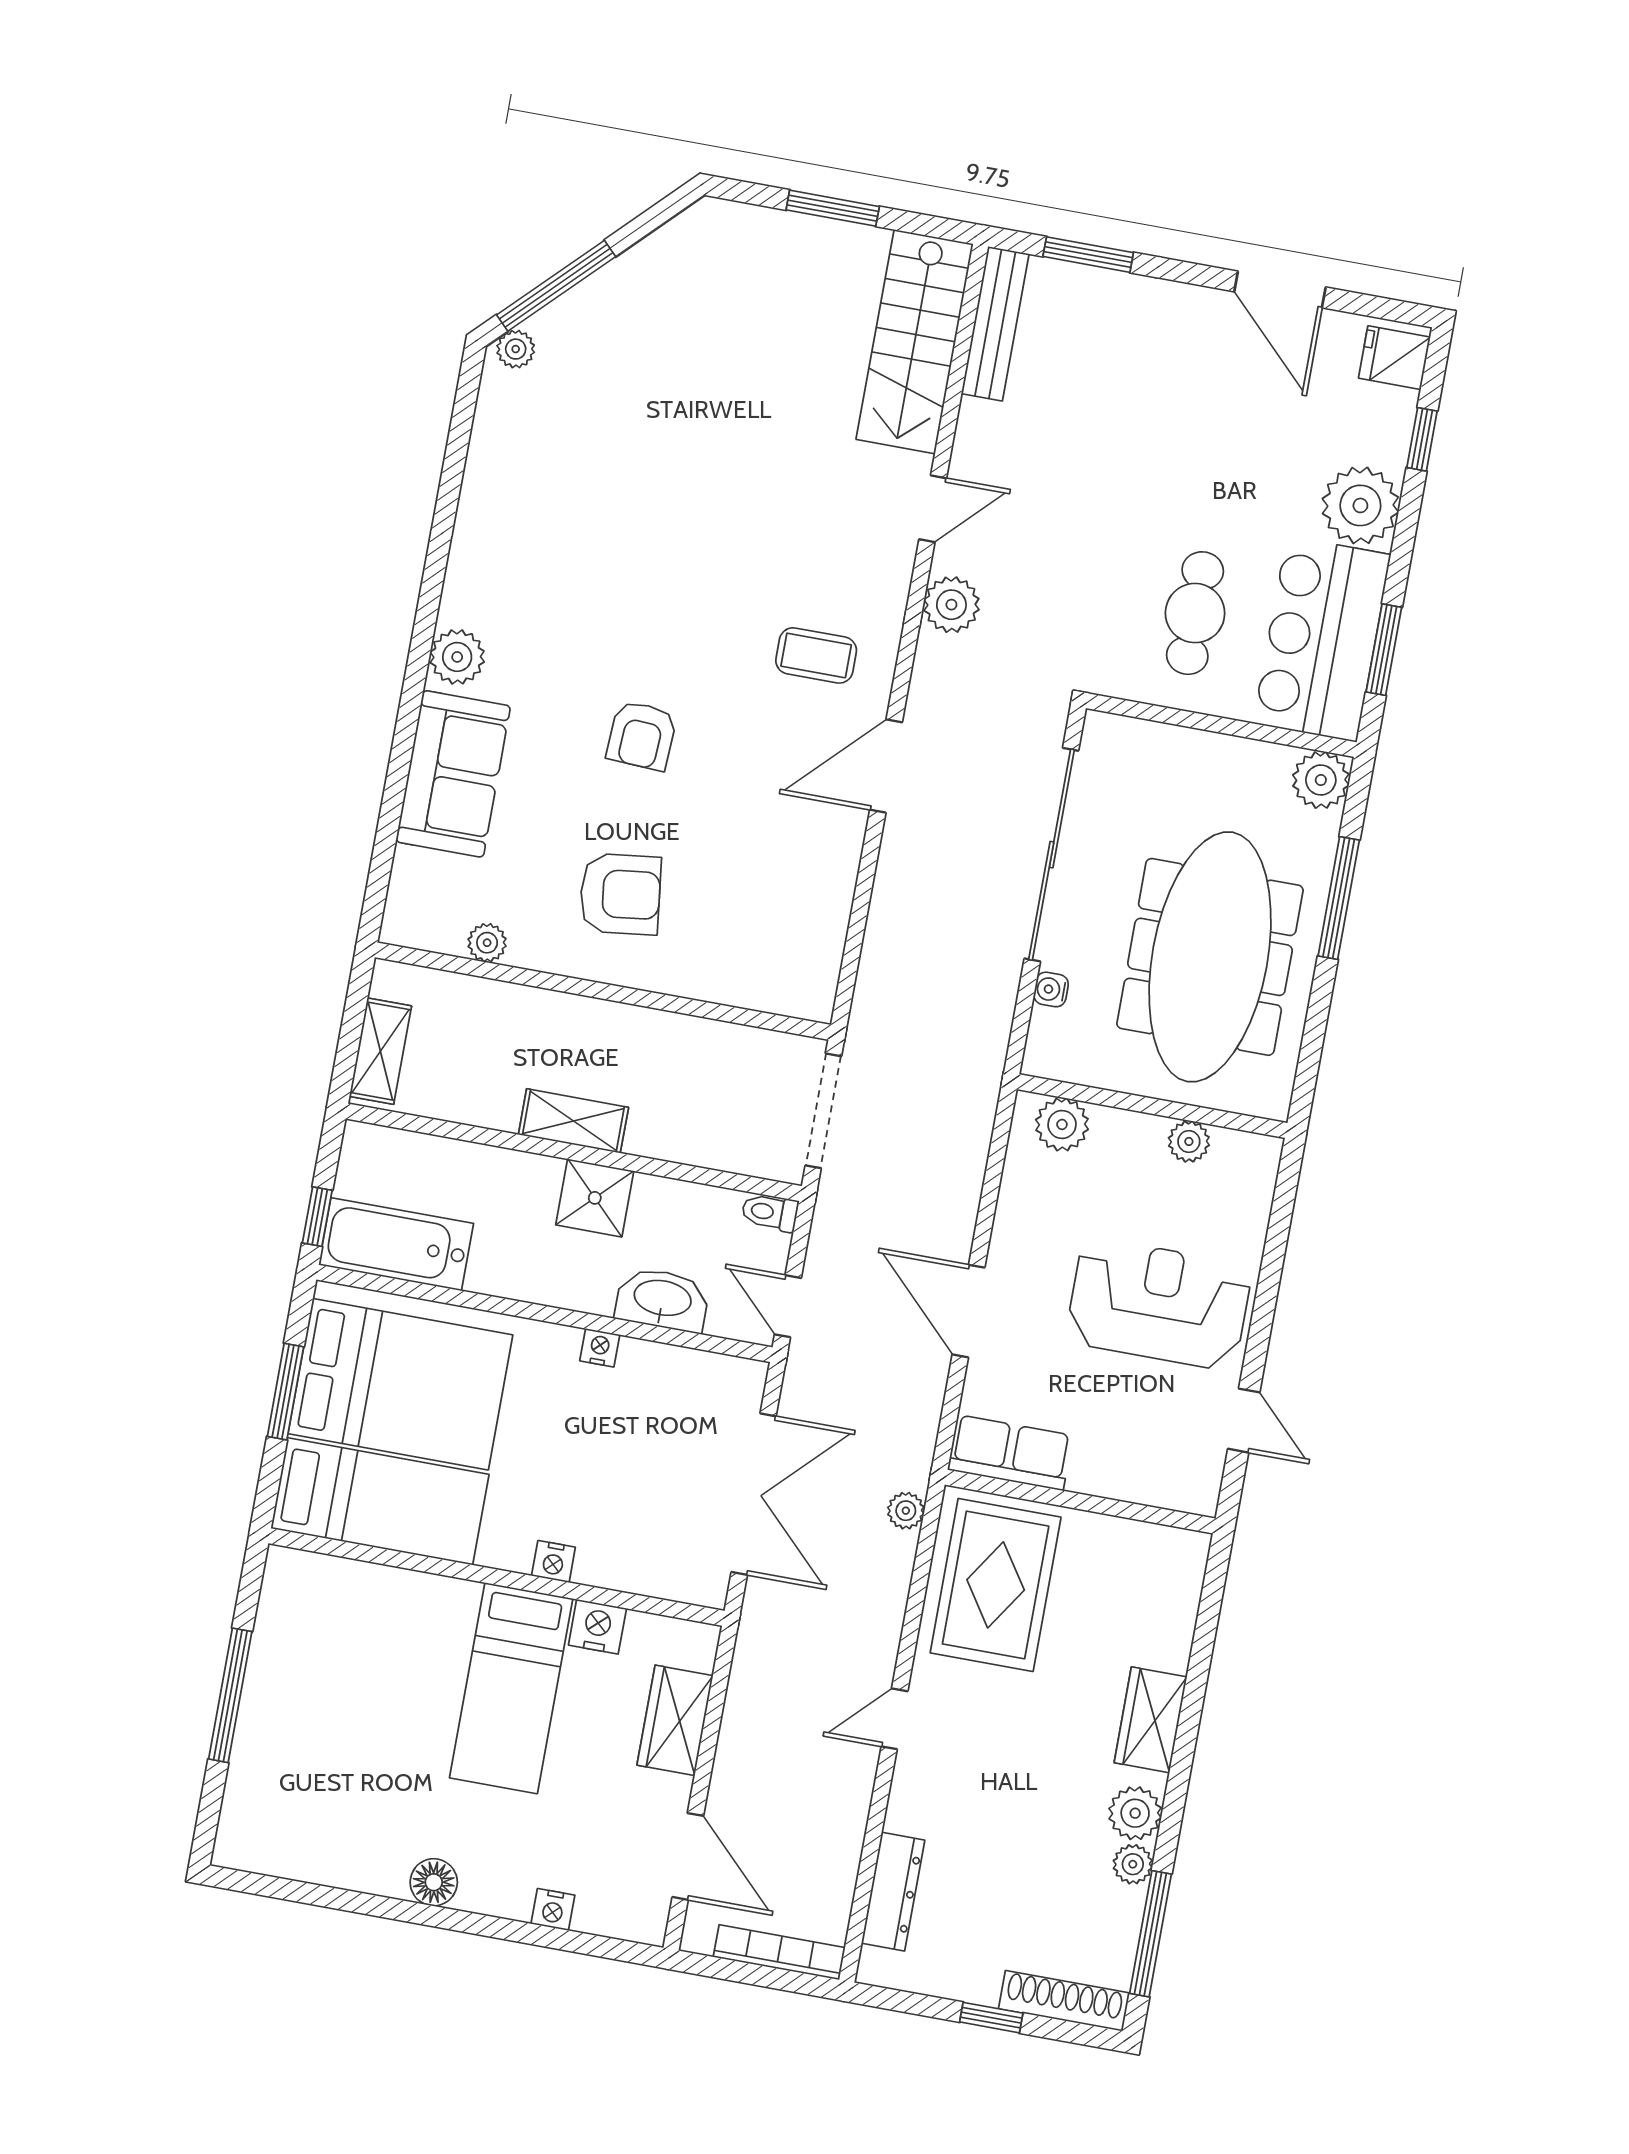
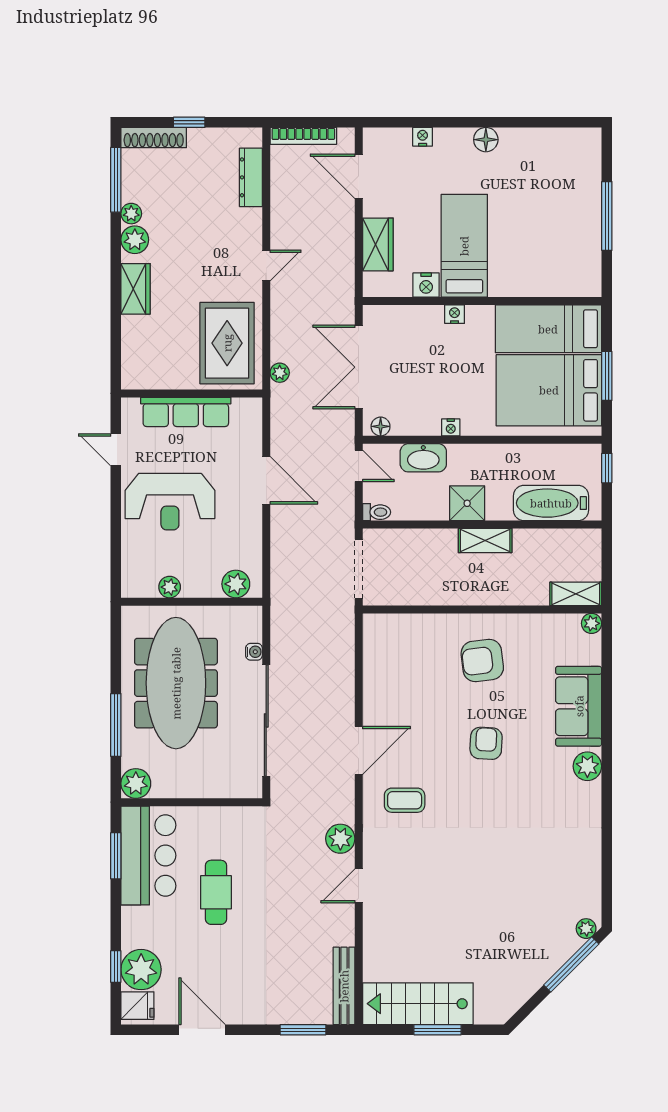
stairs: (915, 342) -> (418, 1004), moved, turned -90
plant: (1360, 505) -> (141, 970), moved
cafe table: (1195, 613) -> (216, 892), moved
plant: (487, 943) -> (592, 623), moved
shelving: (380, 1051) -> (576, 594), moved, turned 90
bathtub: (396, 1244) -> (551, 503), moved, turned 180
floor lamp: (733, 1374) -> (381, 426), added
row of seats: (1010, 1453) -> (186, 412), moved, width x1.48

